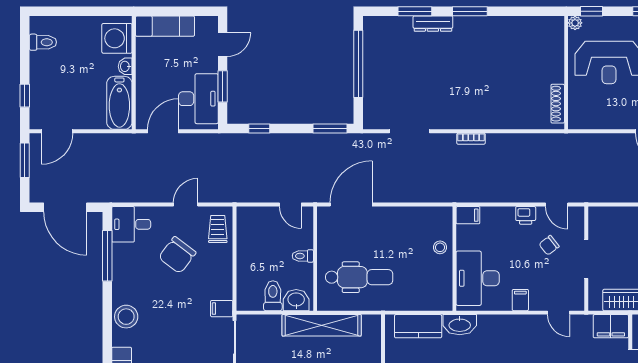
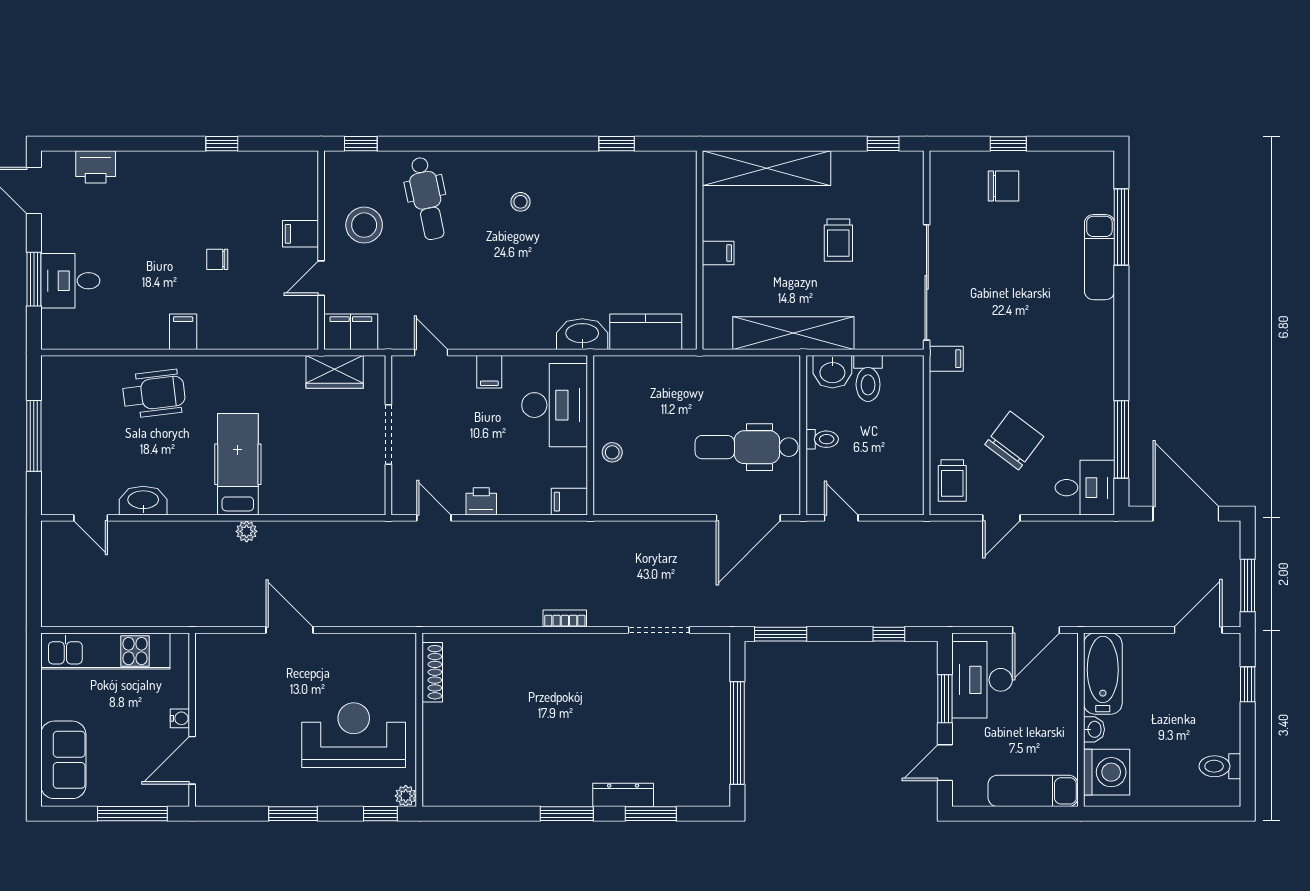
chair: (549, 245) -> (445, 456), removed
dental chair: (359, 277) -> (747, 447), moved
stool: (126, 317) -> (1092, 346), removed

